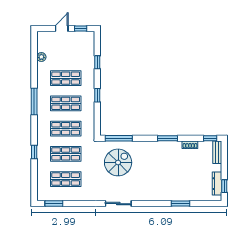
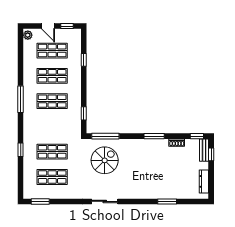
door: (62, 28) -> (48, 26), swing flipped
plant: (41, 57) -> (28, 35), moved
window: (97, 95) -> (84, 113), moved
shop shelf: (66, 129) -> (52, 51), moved
window: (224, 186) -> (211, 154), moved

